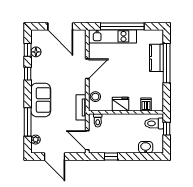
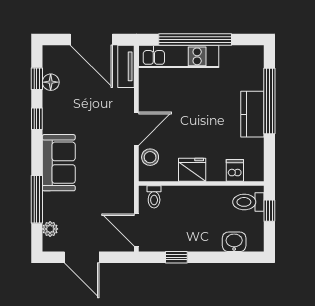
kitchen counter: (156, 58) -> (252, 114), moved
door: (87, 69) -> (136, 129), moved
tv unit: (81, 107) -> (126, 66), moved

